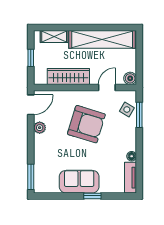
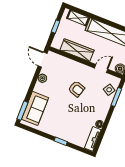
door: (31, 105) -> (43, 60), swing flipped
armchair: (86, 124) -> (76, 89), width x0.53, depth x0.53
sofa: (79, 182) -> (35, 108), moved, turned 90

